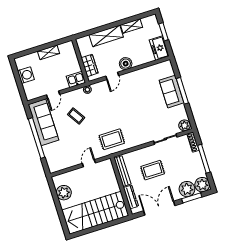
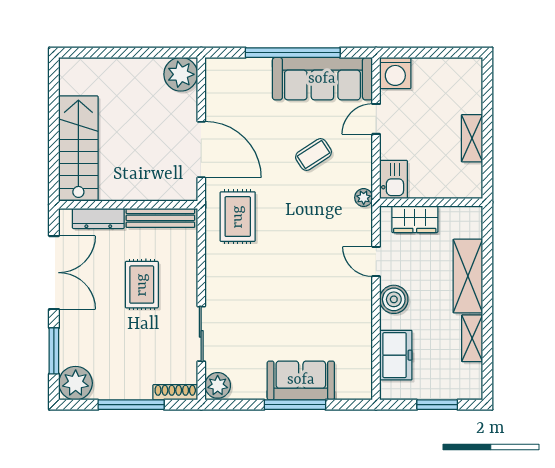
freezer: (159, 48) -> (396, 355), moved, turned 90
washing machine: (26, 75) -> (395, 73), moved
door: (53, 95) -> (376, 119), hinge flipped
door: (89, 163) -> (201, 150), width x1.87
plant: (187, 189) -> (77, 347), removed
plant: (64, 193) -> (181, 74), moved
stairs: (95, 213) -> (78, 148), width x0.73, depth x0.66

